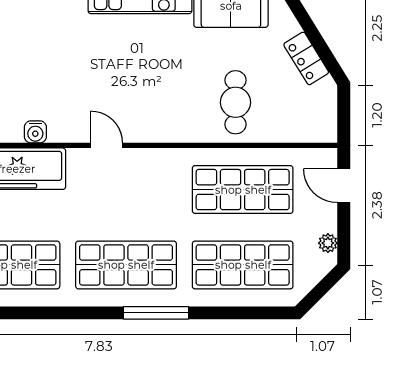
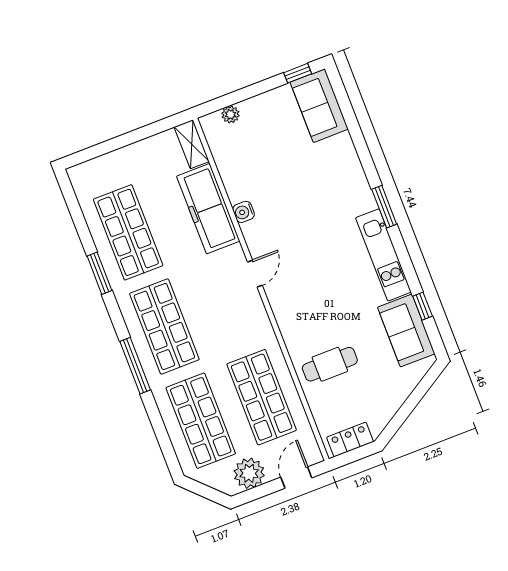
locker: (306, 58) -> (350, 440), moved, turned 32
plant: (328, 243) -> (249, 473), width x1.88, depth x1.88
window: (42, 313) -> (99, 273), added

